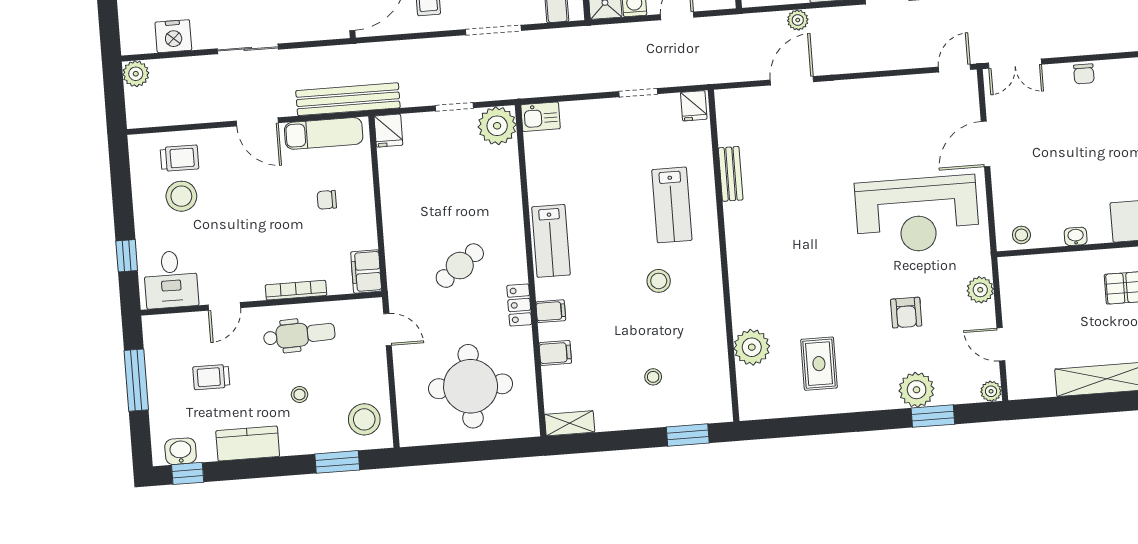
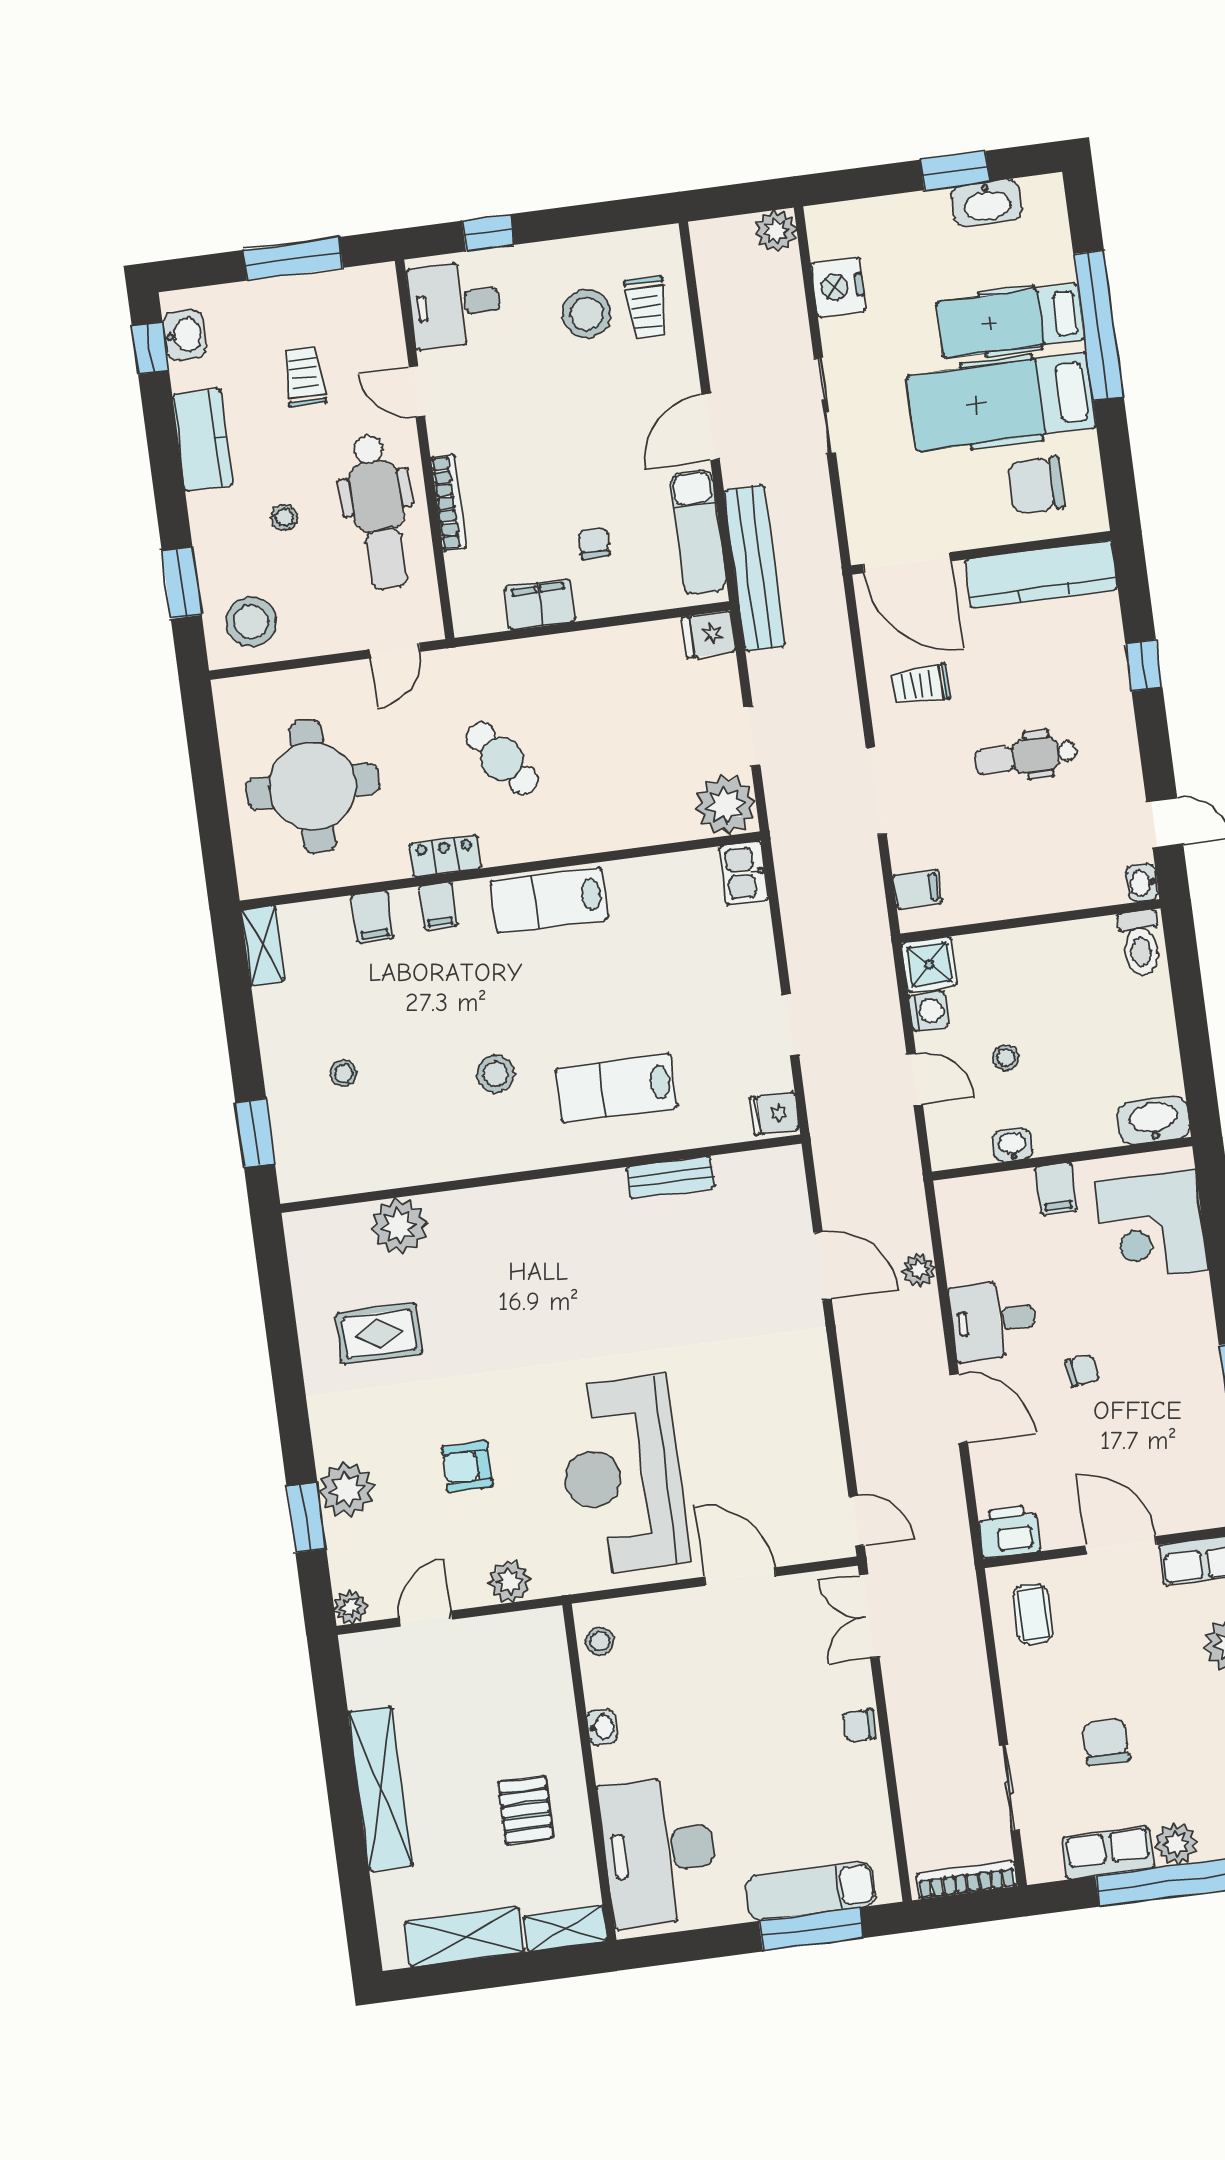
filing cabinet: (366, 272) -> (540, 604), moved
dental chair: (299, 335) -> (379, 512), width x1.36, depth x1.38

